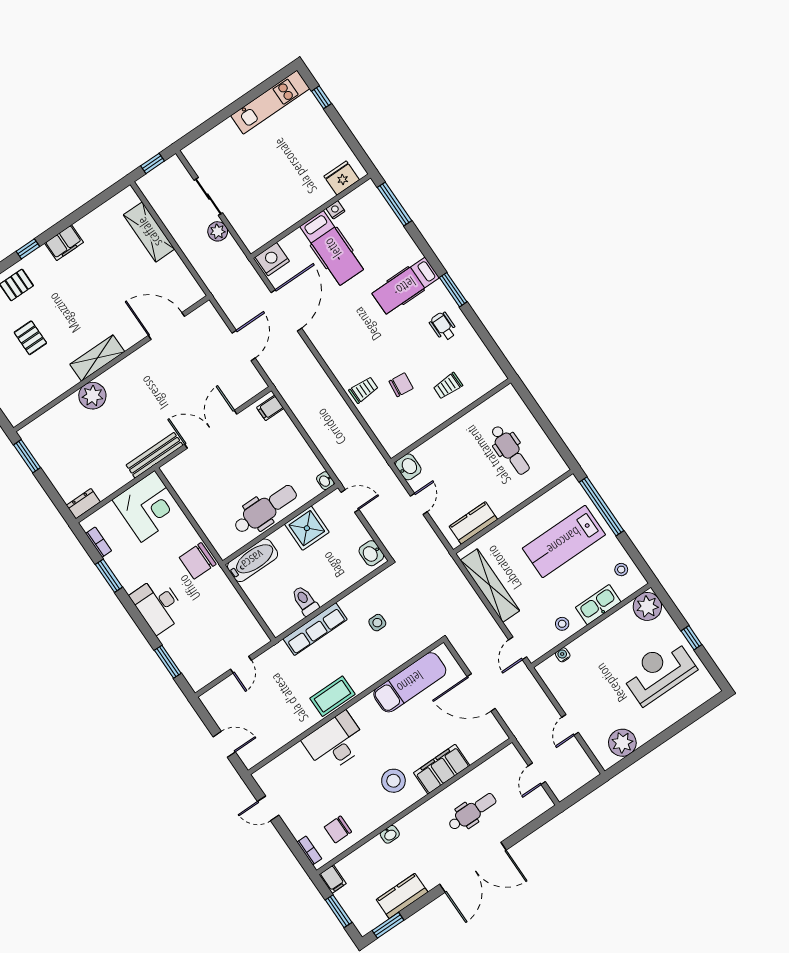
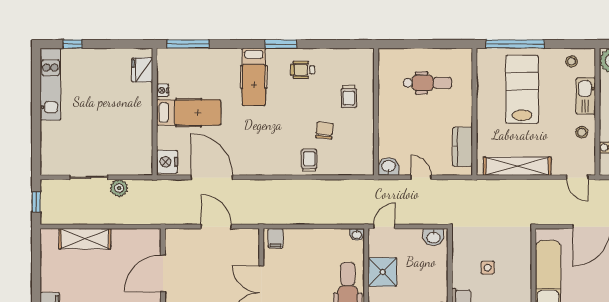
lab bench: (564, 541) -> (522, 89), turned 180

